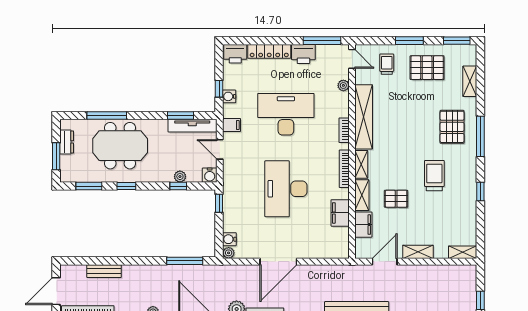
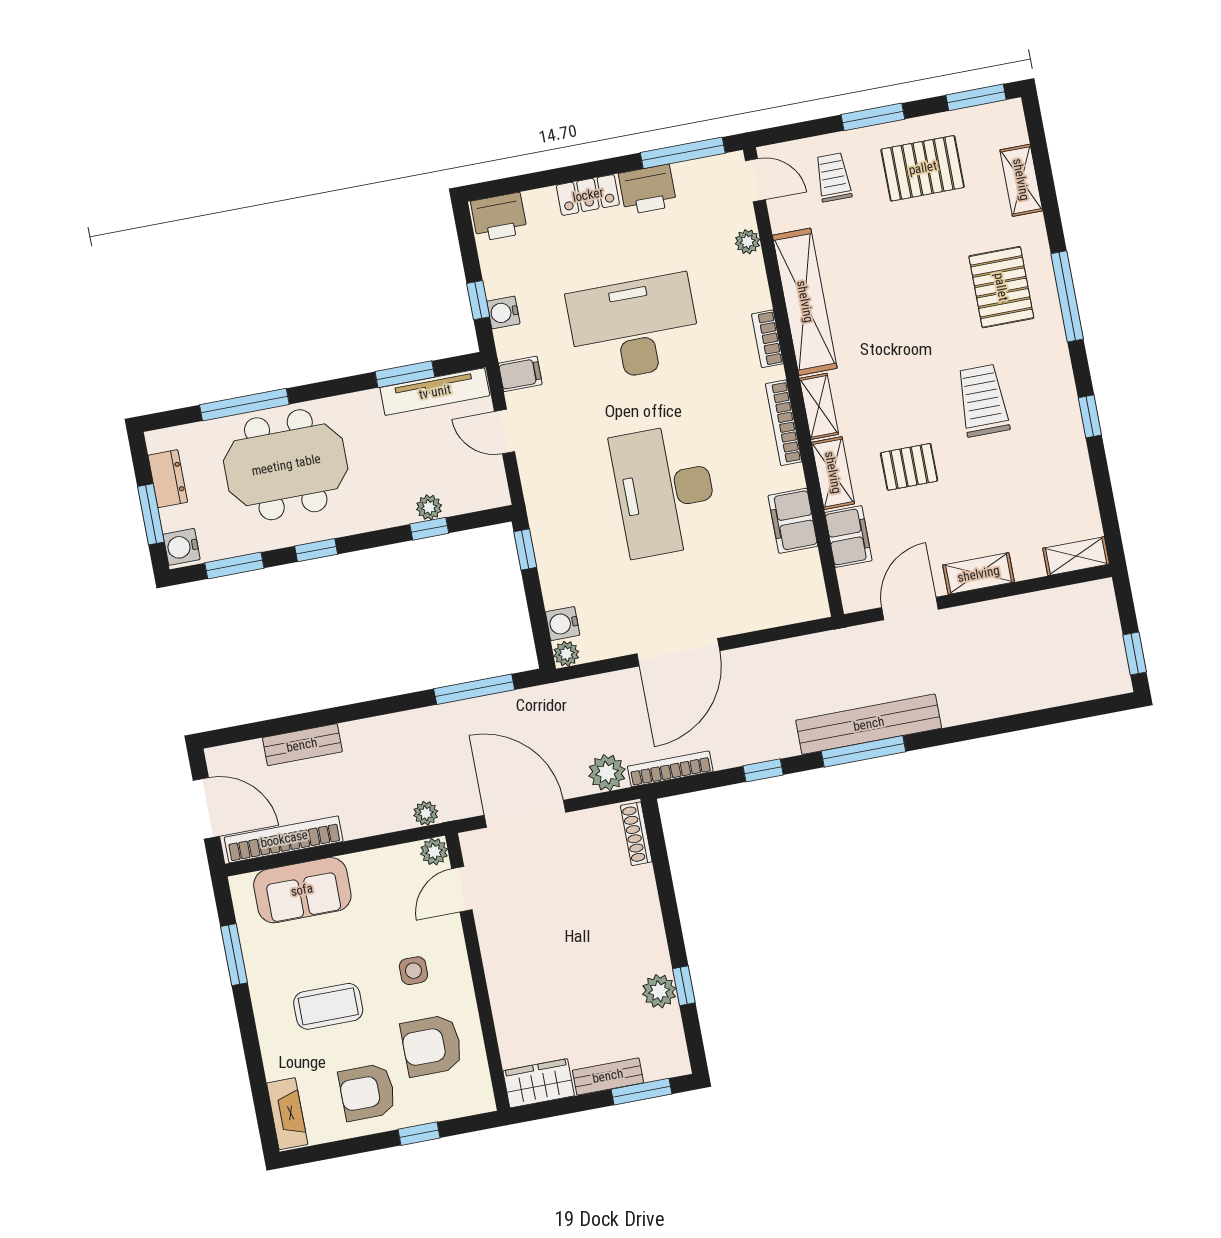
locker: (269, 51) -> (588, 195), width x0.66
water cooler: (210, 175) -> (182, 547), moved, turned 90
door: (56, 291) -> (206, 808), swing flipped

